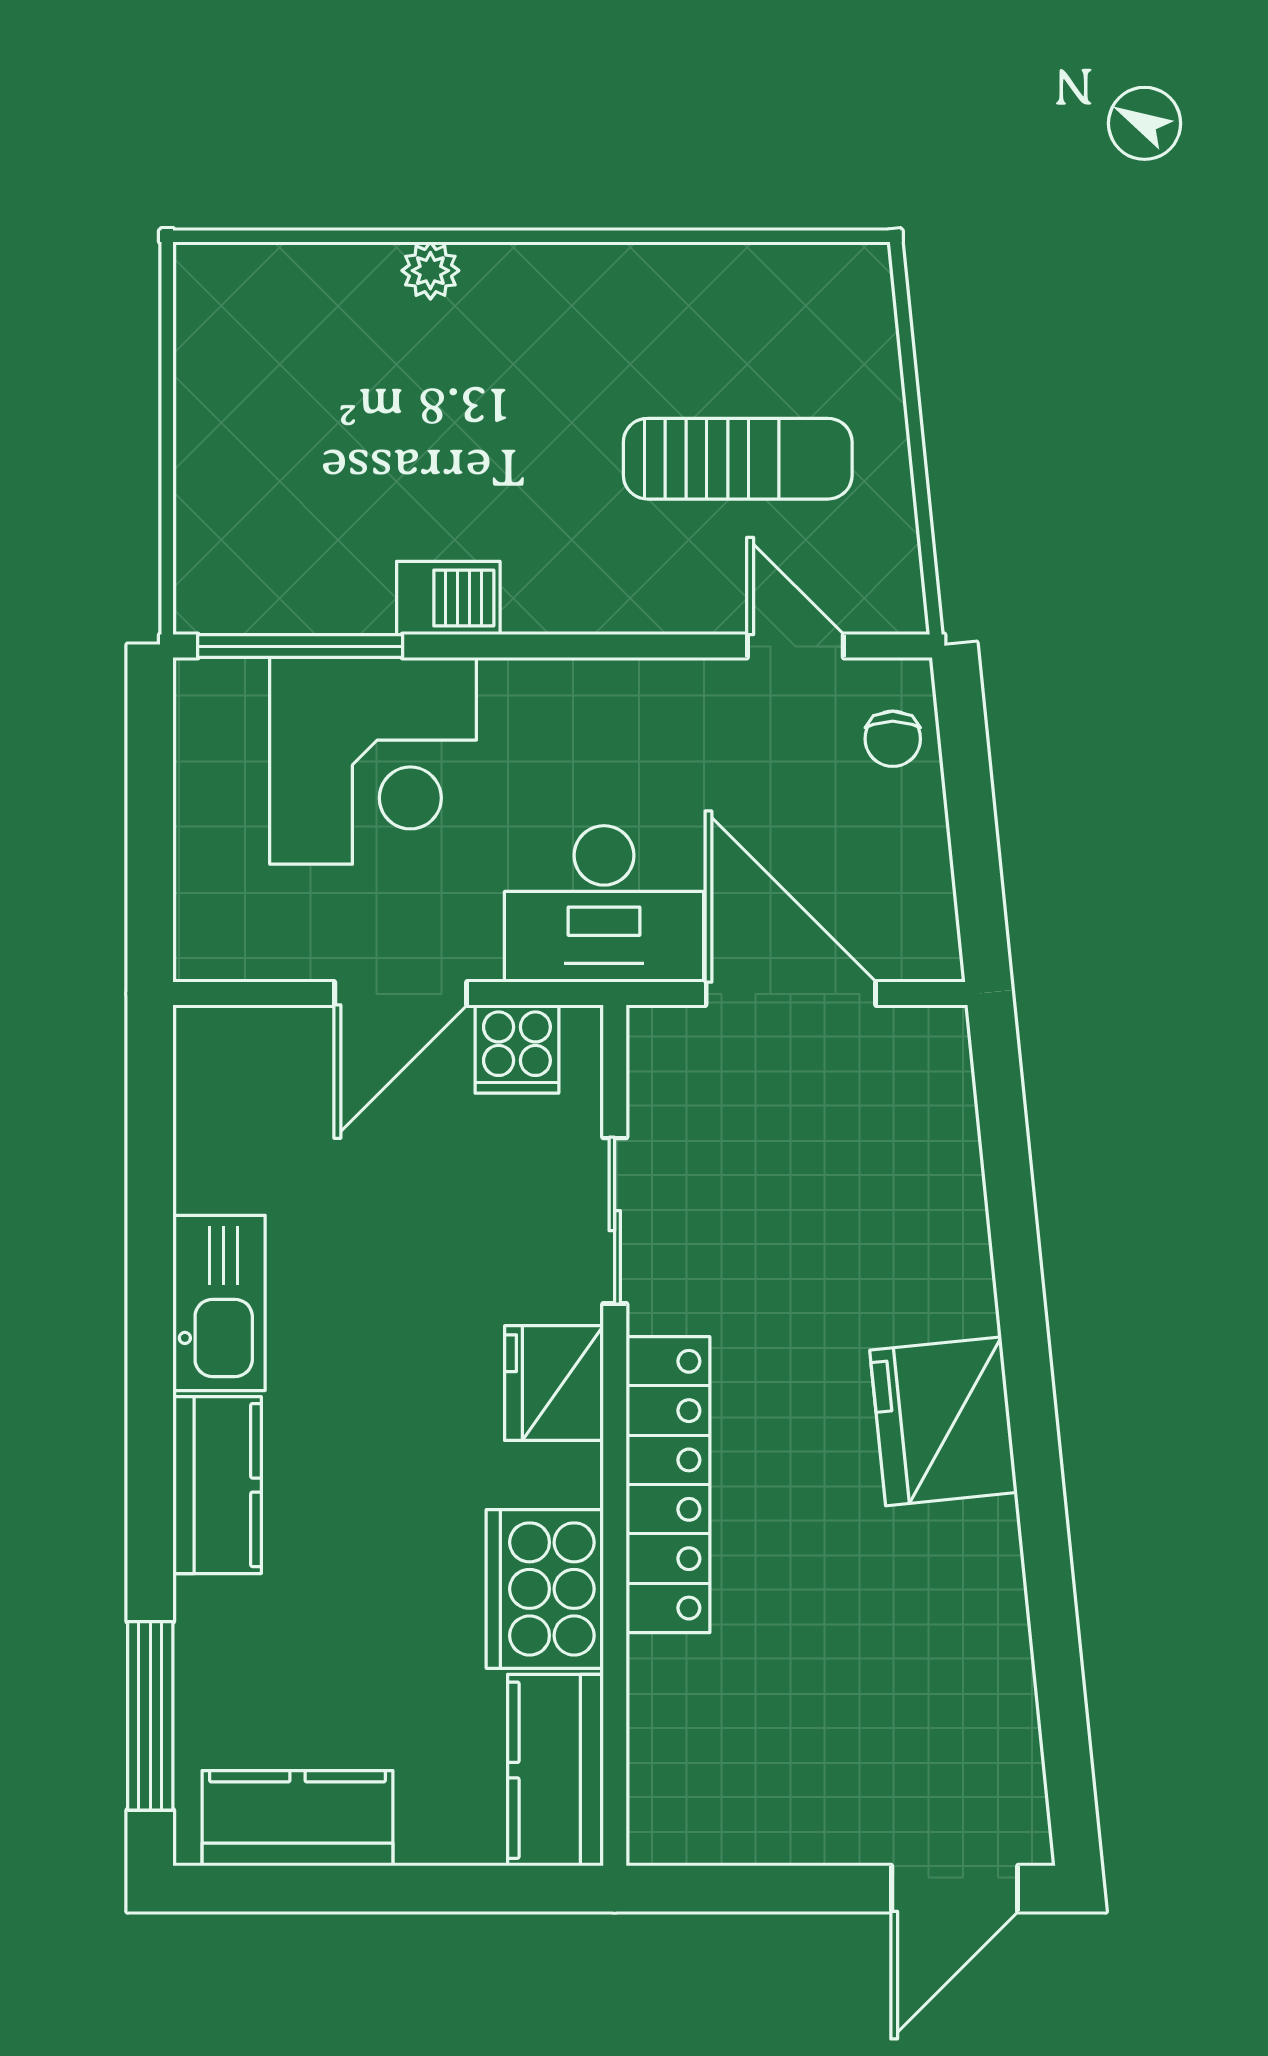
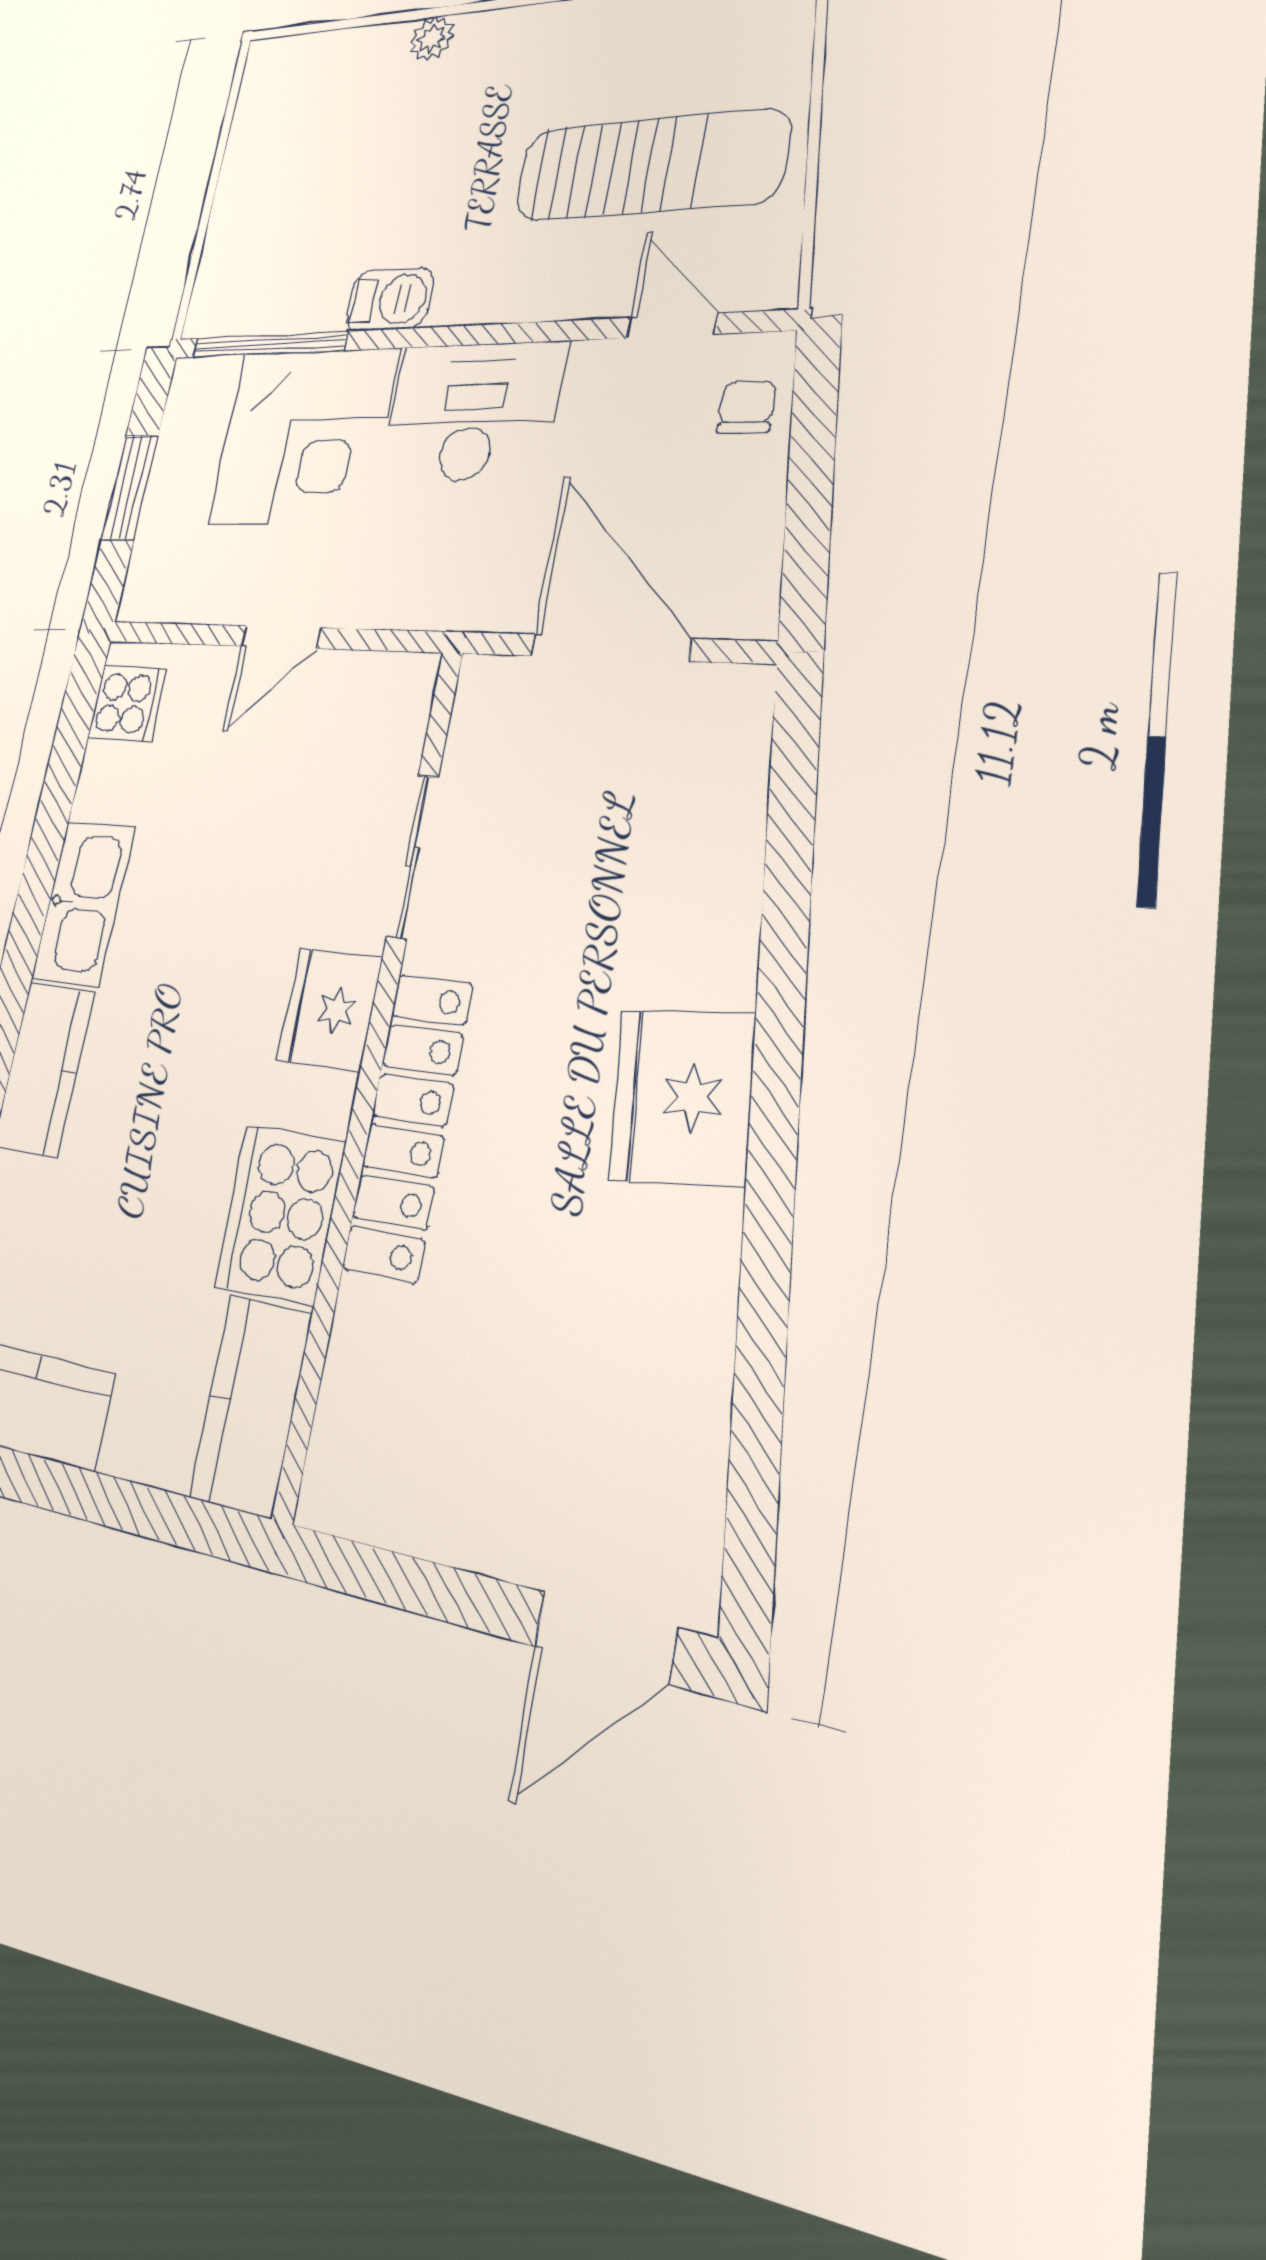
sun lounger: (738, 459) -> (651, 166), width x1.36, depth x1.34
chair: (893, 739) -> (747, 407), turned 180
window: (150, 819) -> (130, 487), added
desk: (604, 904) -> (473, 412), moved, turned 180
door: (401, 994) -> (281, 637), width x0.73
cooker: (517, 1049) -> (128, 703), moved, turned -90

